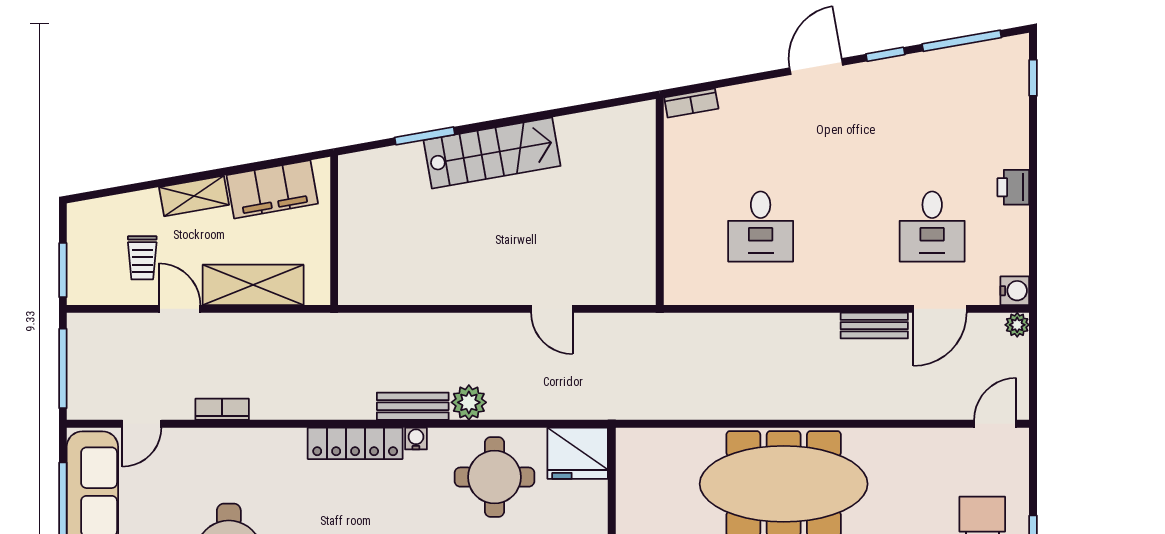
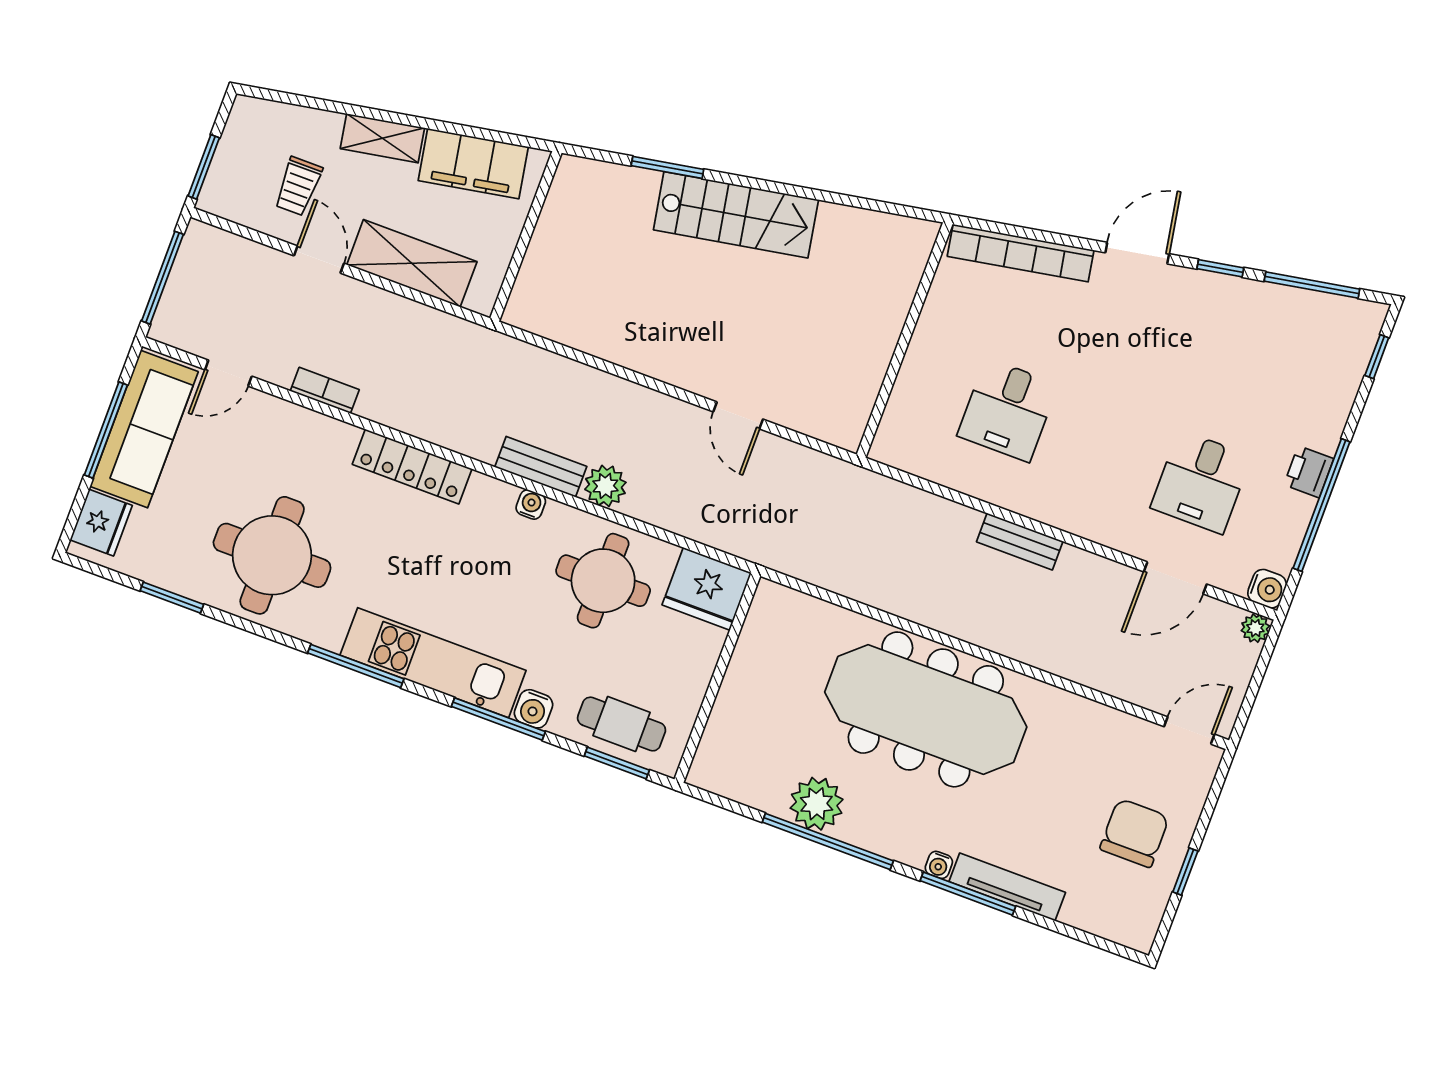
bookcase: (691, 103) -> (1021, 253), width x2.31, depth x1.31
window: (1033, 210) -> (1322, 505), added
bench: (874, 326) -> (1020, 542), moved
locker: (355, 443) -> (412, 466), moved

